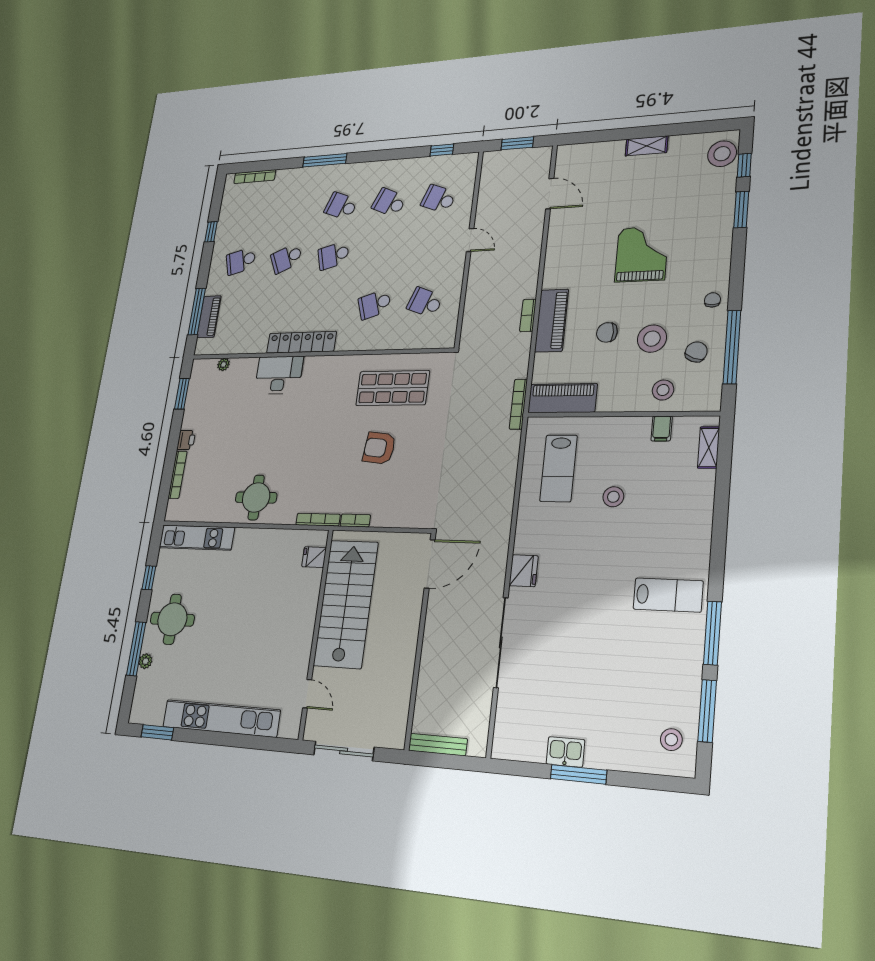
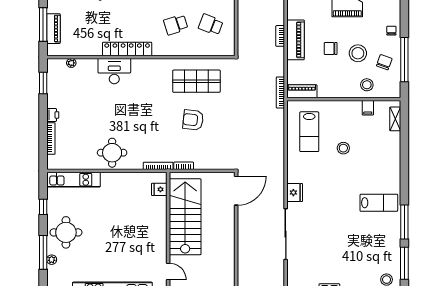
piano: (562, 398) -> (302, 91), width x0.73, depth x0.75

